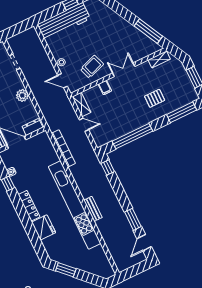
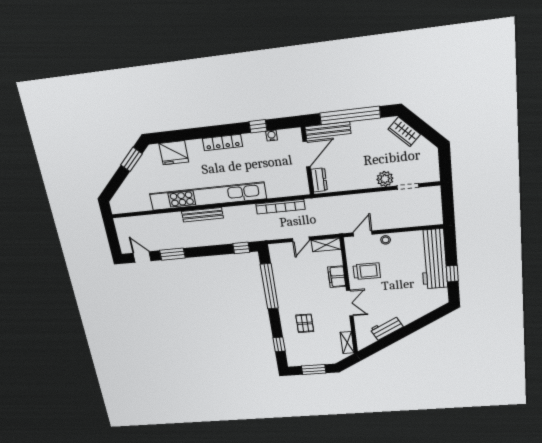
window: (148, 31) -> (384, 343), removed
workbench: (134, 34) -> (387, 328), added
trolley: (92, 67) -> (367, 271), turned -71
filing cabinet: (105, 87) -> (337, 277), width x2.00
plant: (22, 95) -> (385, 179), moved
window: (182, 112) -> (279, 344), width x0.46
bench: (93, 209) -> (202, 215), width x1.36
fridge: (44, 227) -> (174, 153), moved

